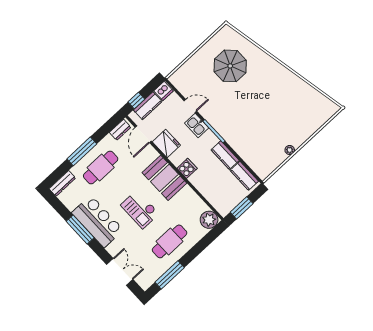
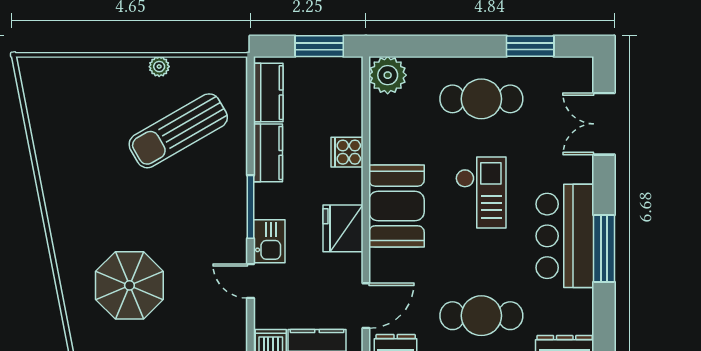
sun lounger: (263, 134) -> (178, 131), added
fridge: (166, 143) -> (343, 228), moved
cooker: (187, 168) -> (347, 152), moved
window: (170, 275) -> (530, 46), width x0.69

